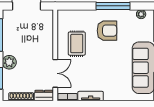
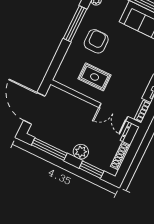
double door: (55, 73) -> (113, 112), swing flipped

